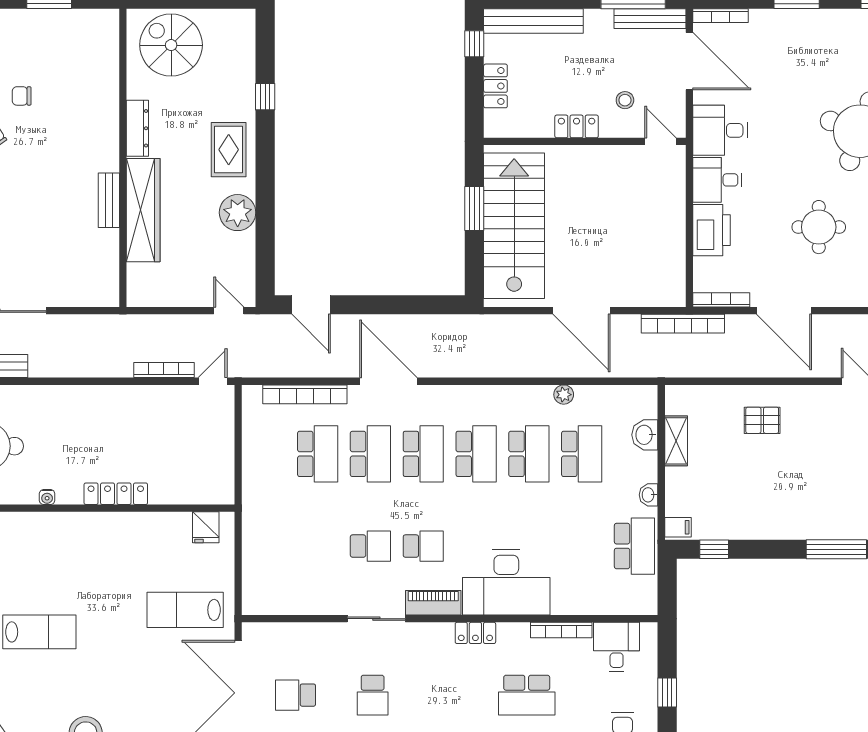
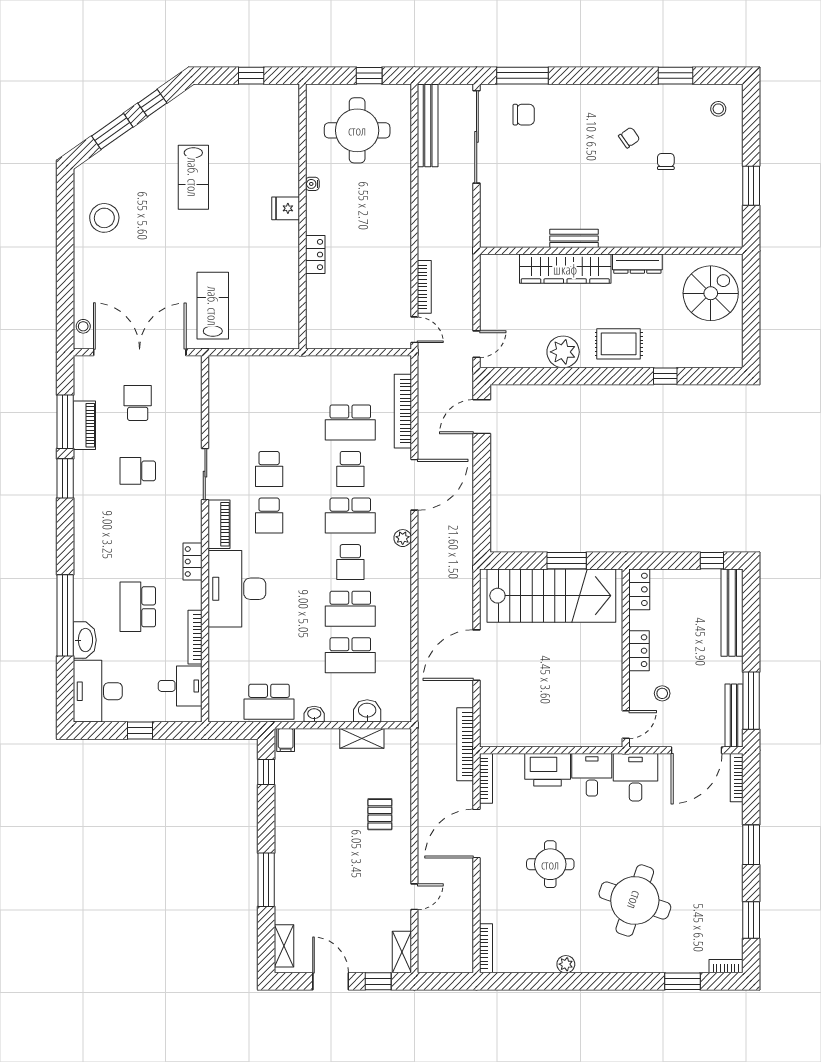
locker: (495, 86) -> (639, 589), moved, turned -90
plant: (564, 395) -> (403, 538), moved
school desk: (370, 454) -> (350, 469), width x0.54
school desk: (476, 454) -> (350, 562), width x0.54
locker: (116, 494) -> (315, 255), width x0.66
fridge: (206, 527) -> (286, 208), moved

